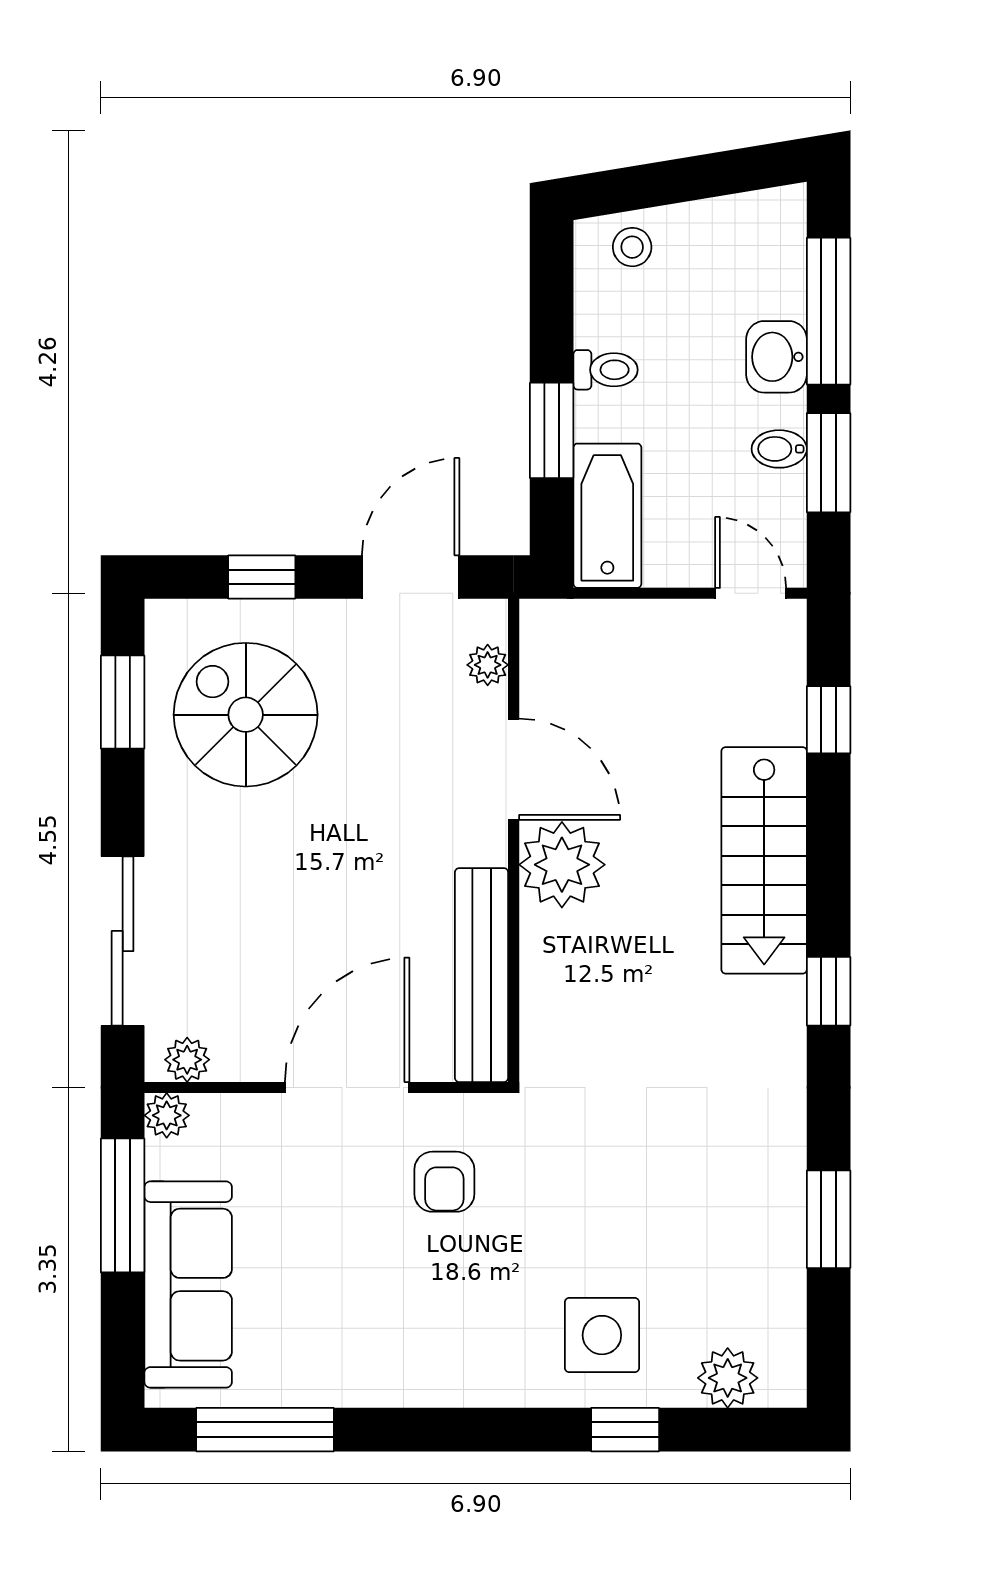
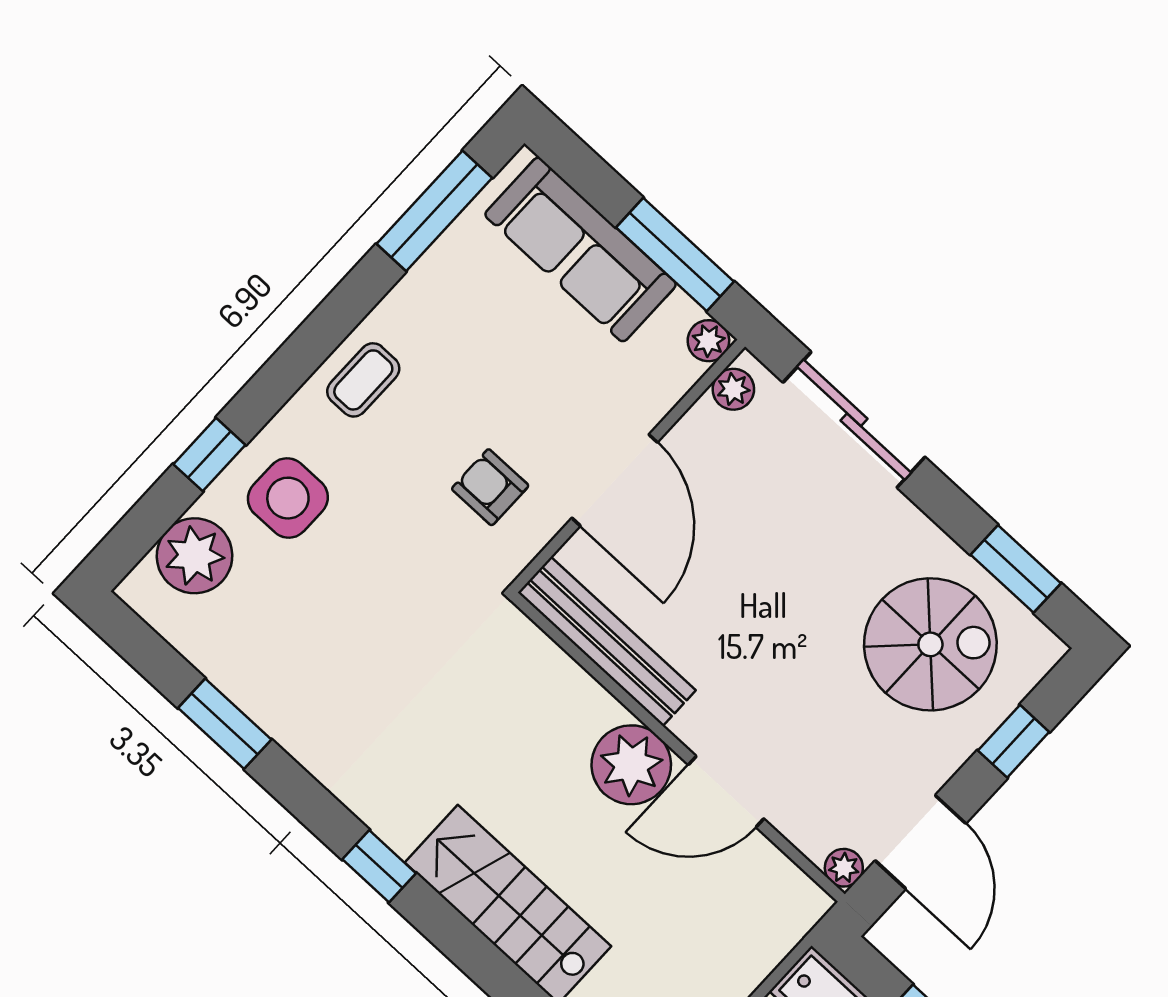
plant: (488, 665) -> (844, 868), moved
coffee table: (452, 1362) -> (363, 380), added
plant: (728, 1378) -> (195, 556), width x1.36, depth x1.36

